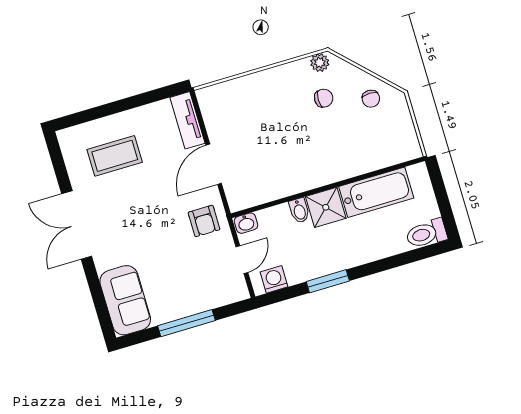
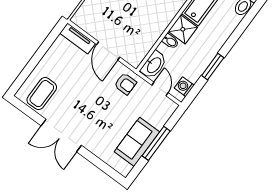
coffee table: (115, 156) -> (42, 94), moved
washbasin: (246, 223) -> (154, 65), width x1.91, depth x1.45
sofa: (125, 300) -> (137, 142), moved, turned -90

